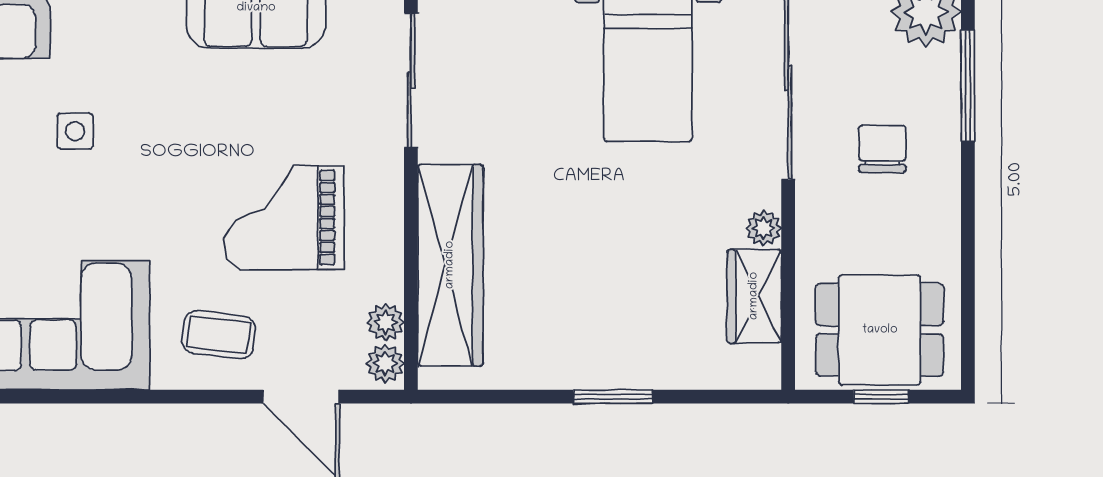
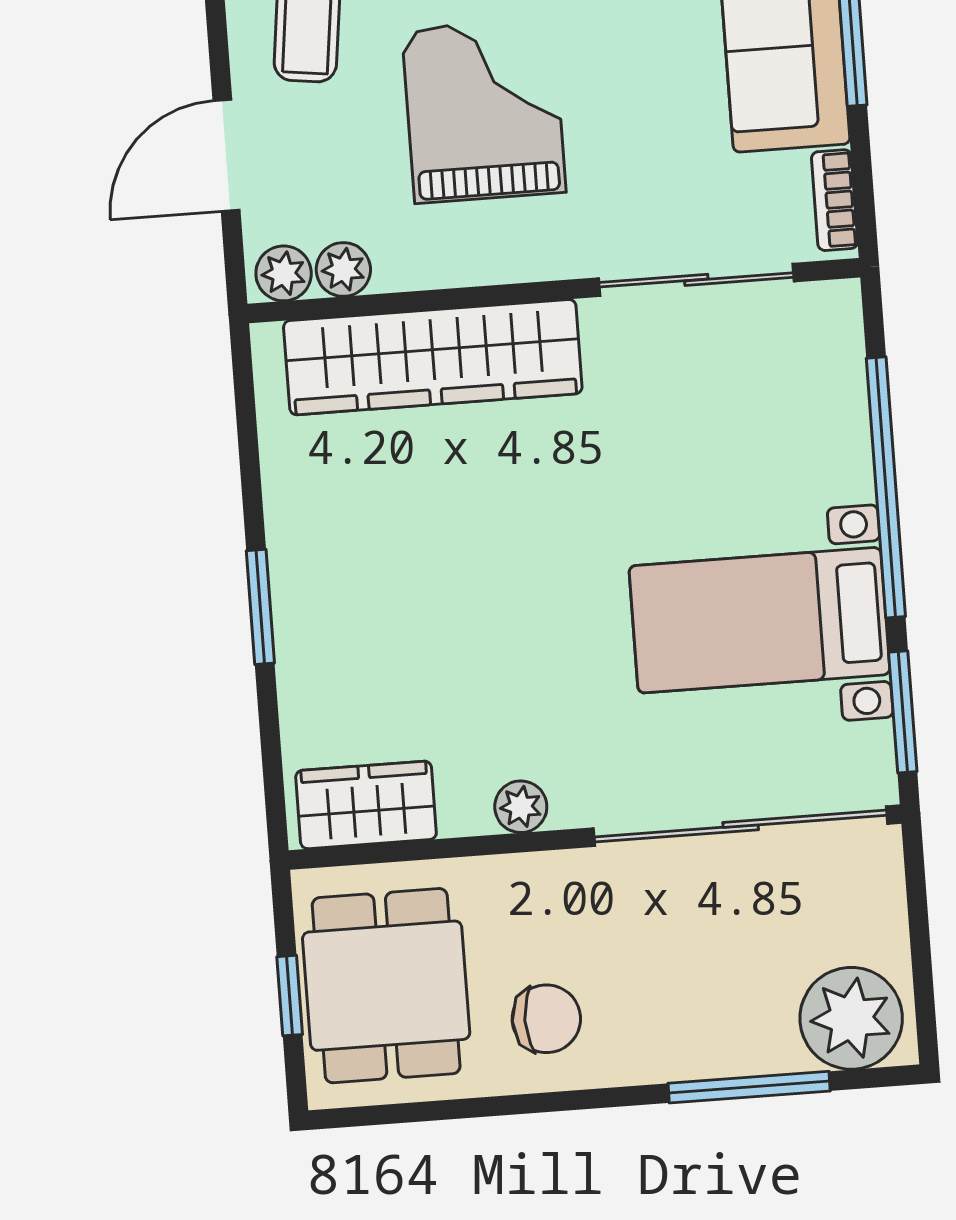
chair: (882, 149) -> (546, 1019), moved
wardrobe: (754, 296) -> (366, 805), moved

